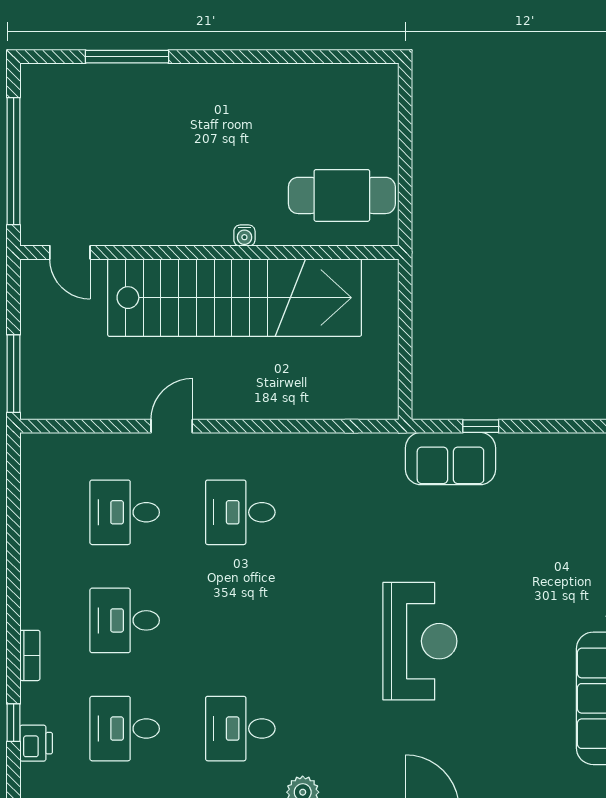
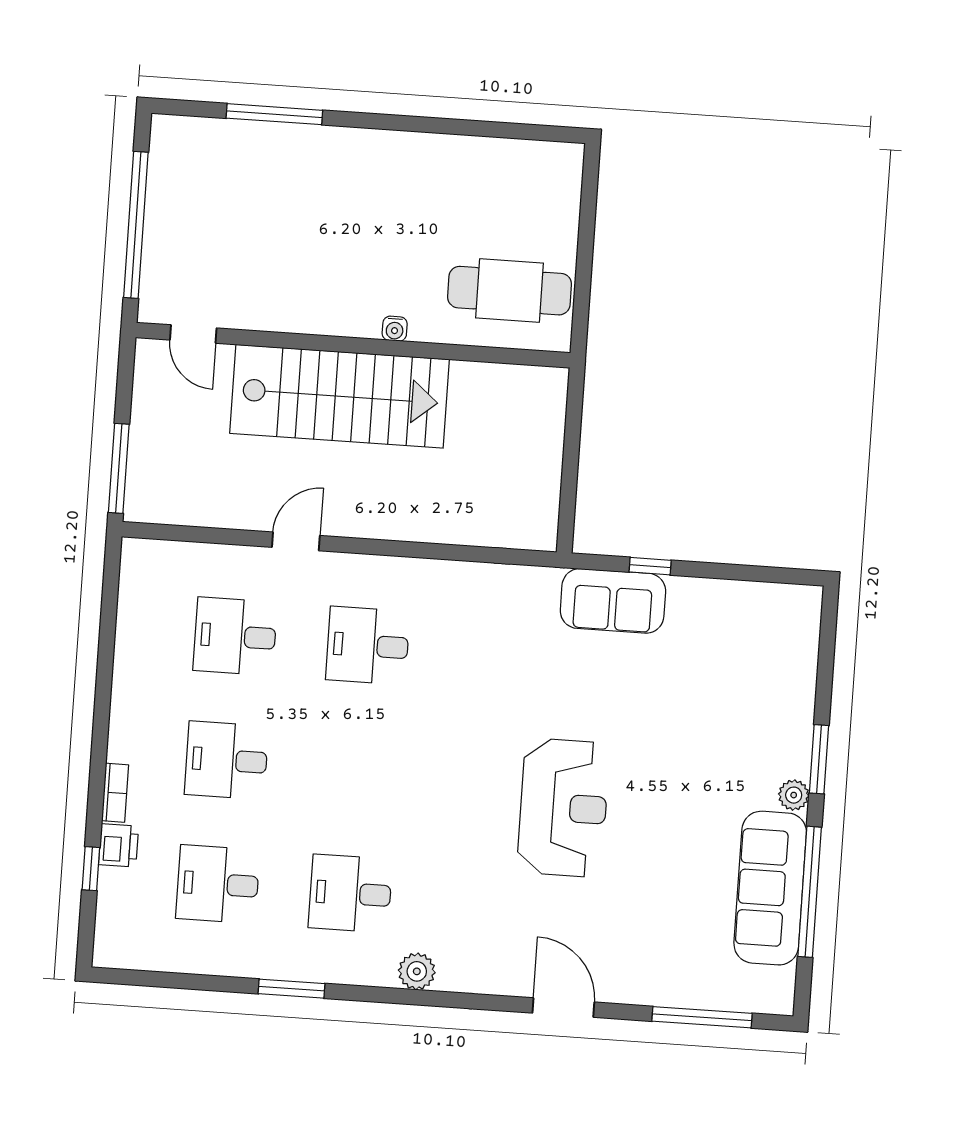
stairs: (235, 298) -> (340, 396), width x0.73
printer: (36, 743) -> (119, 845), moved

